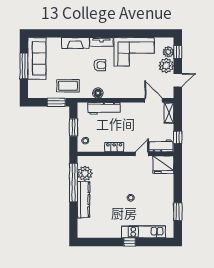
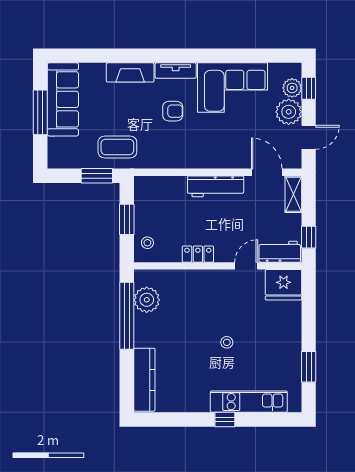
floor lamp: (98, 93) -> (169, 160), removed
workbench: (104, 108) -> (216, 186), moved
kitchen counter: (84, 200) -> (144, 380), moved

